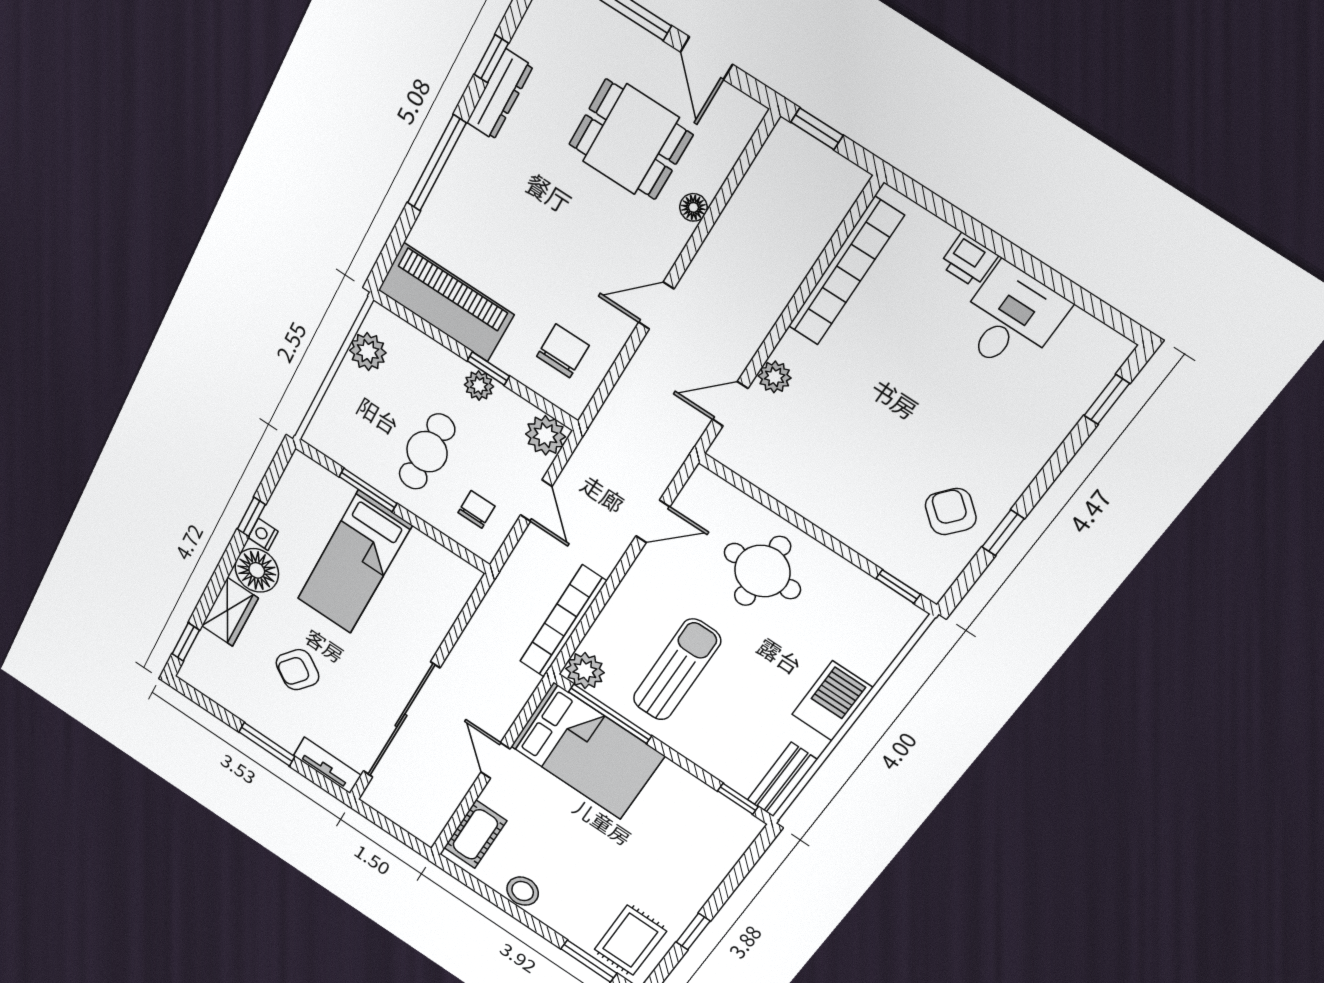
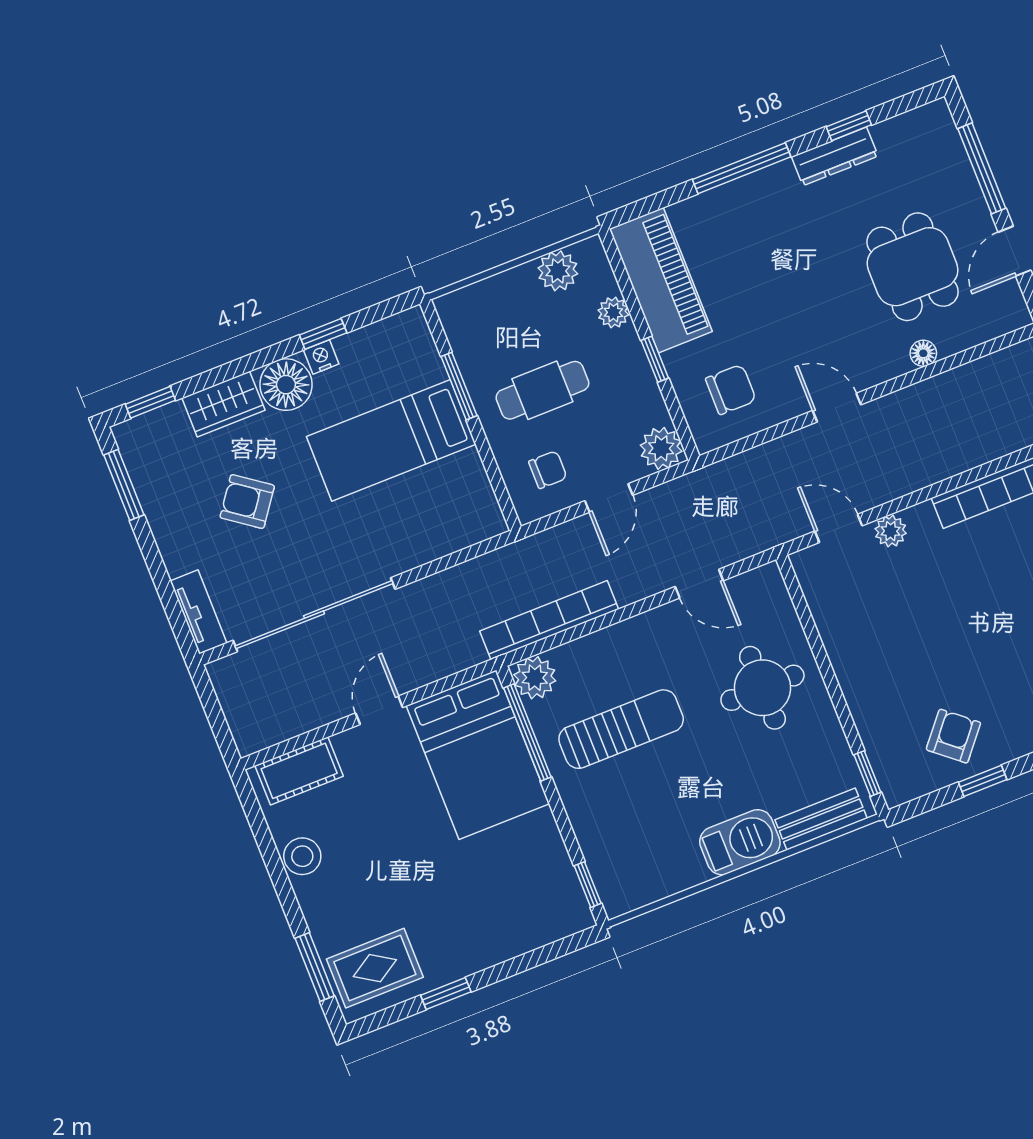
plant: (479, 386) -> (613, 312), moved
window: (267, 744) -> (124, 485), moved
bench: (782, 780) -> (821, 819), moved

